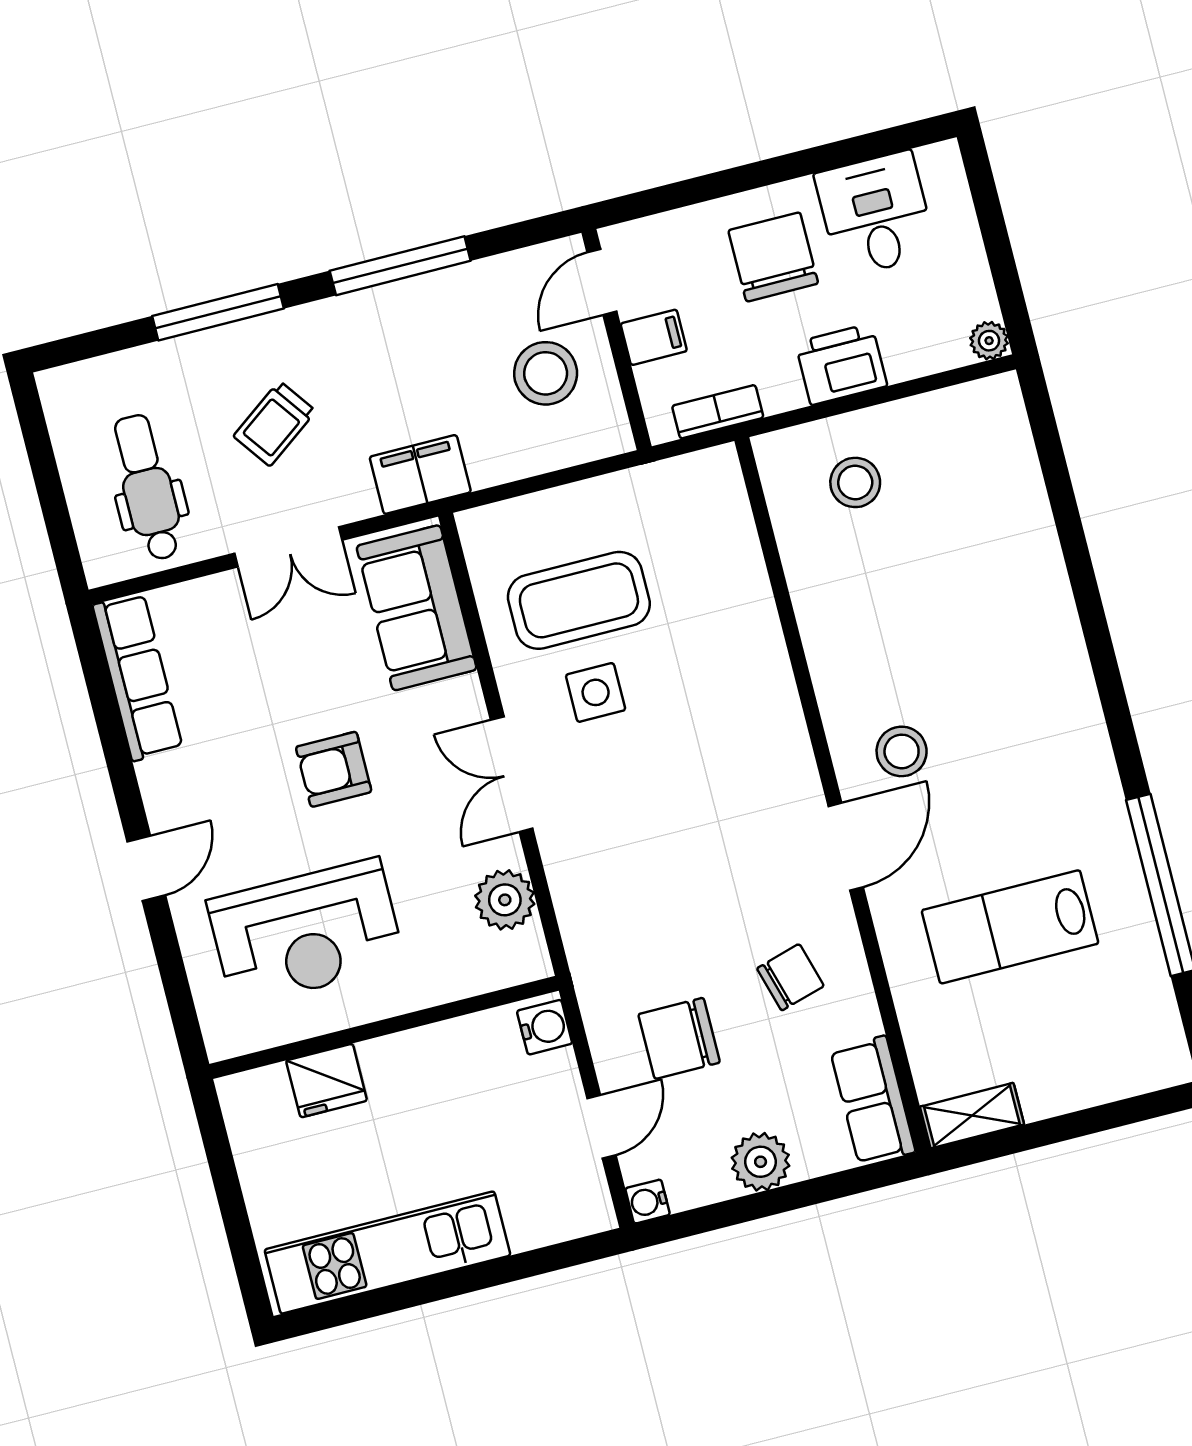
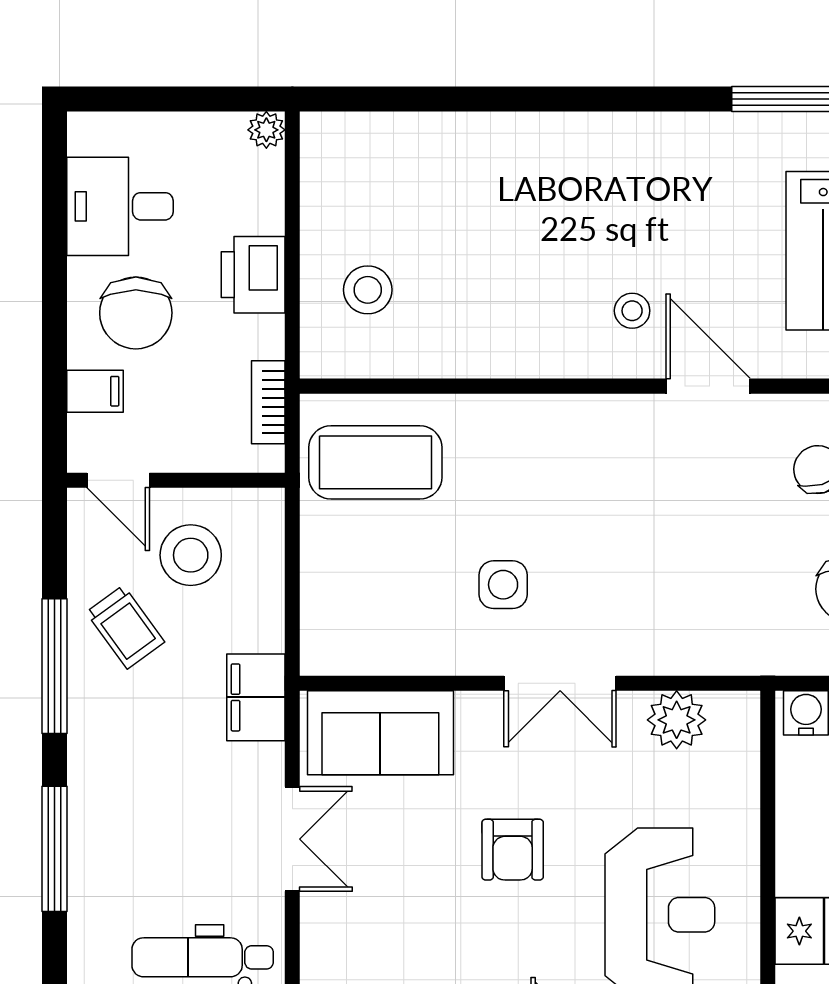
chair: (773, 257) -> (136, 313), turned -90
filing cabinet: (654, 337) -> (95, 391), moved, turned 90
trolley: (275, 424) -> (125, 627), moved
coffee table: (579, 600) -> (375, 462), moved, turned 90
stool: (902, 751) -> (632, 311), width x0.73, depth x0.73

